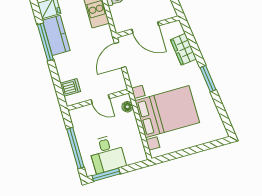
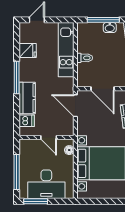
kitchen counter: (56, 35) -> (27, 98), moved
door: (120, 55) -> (75, 106), hinge flipped
desk: (107, 154) -> (46, 184), width x1.37

